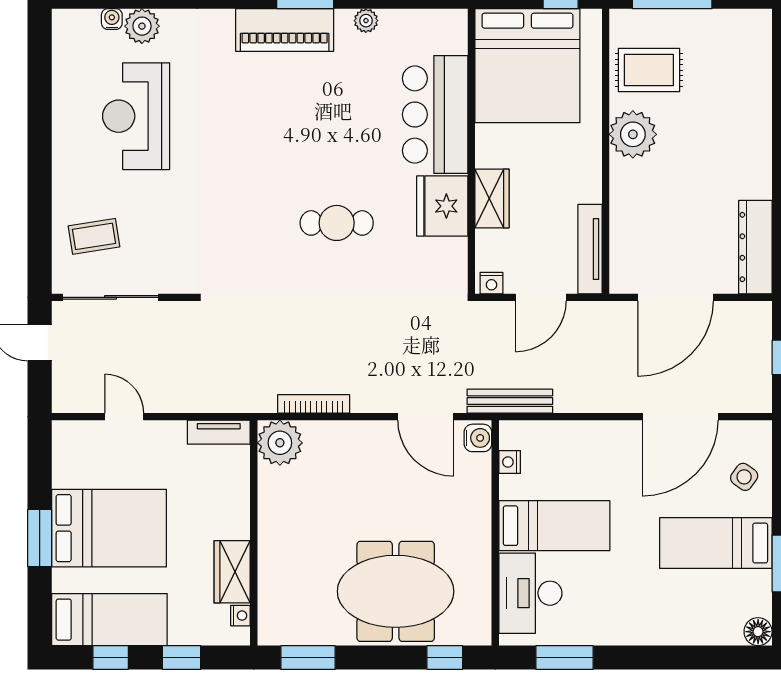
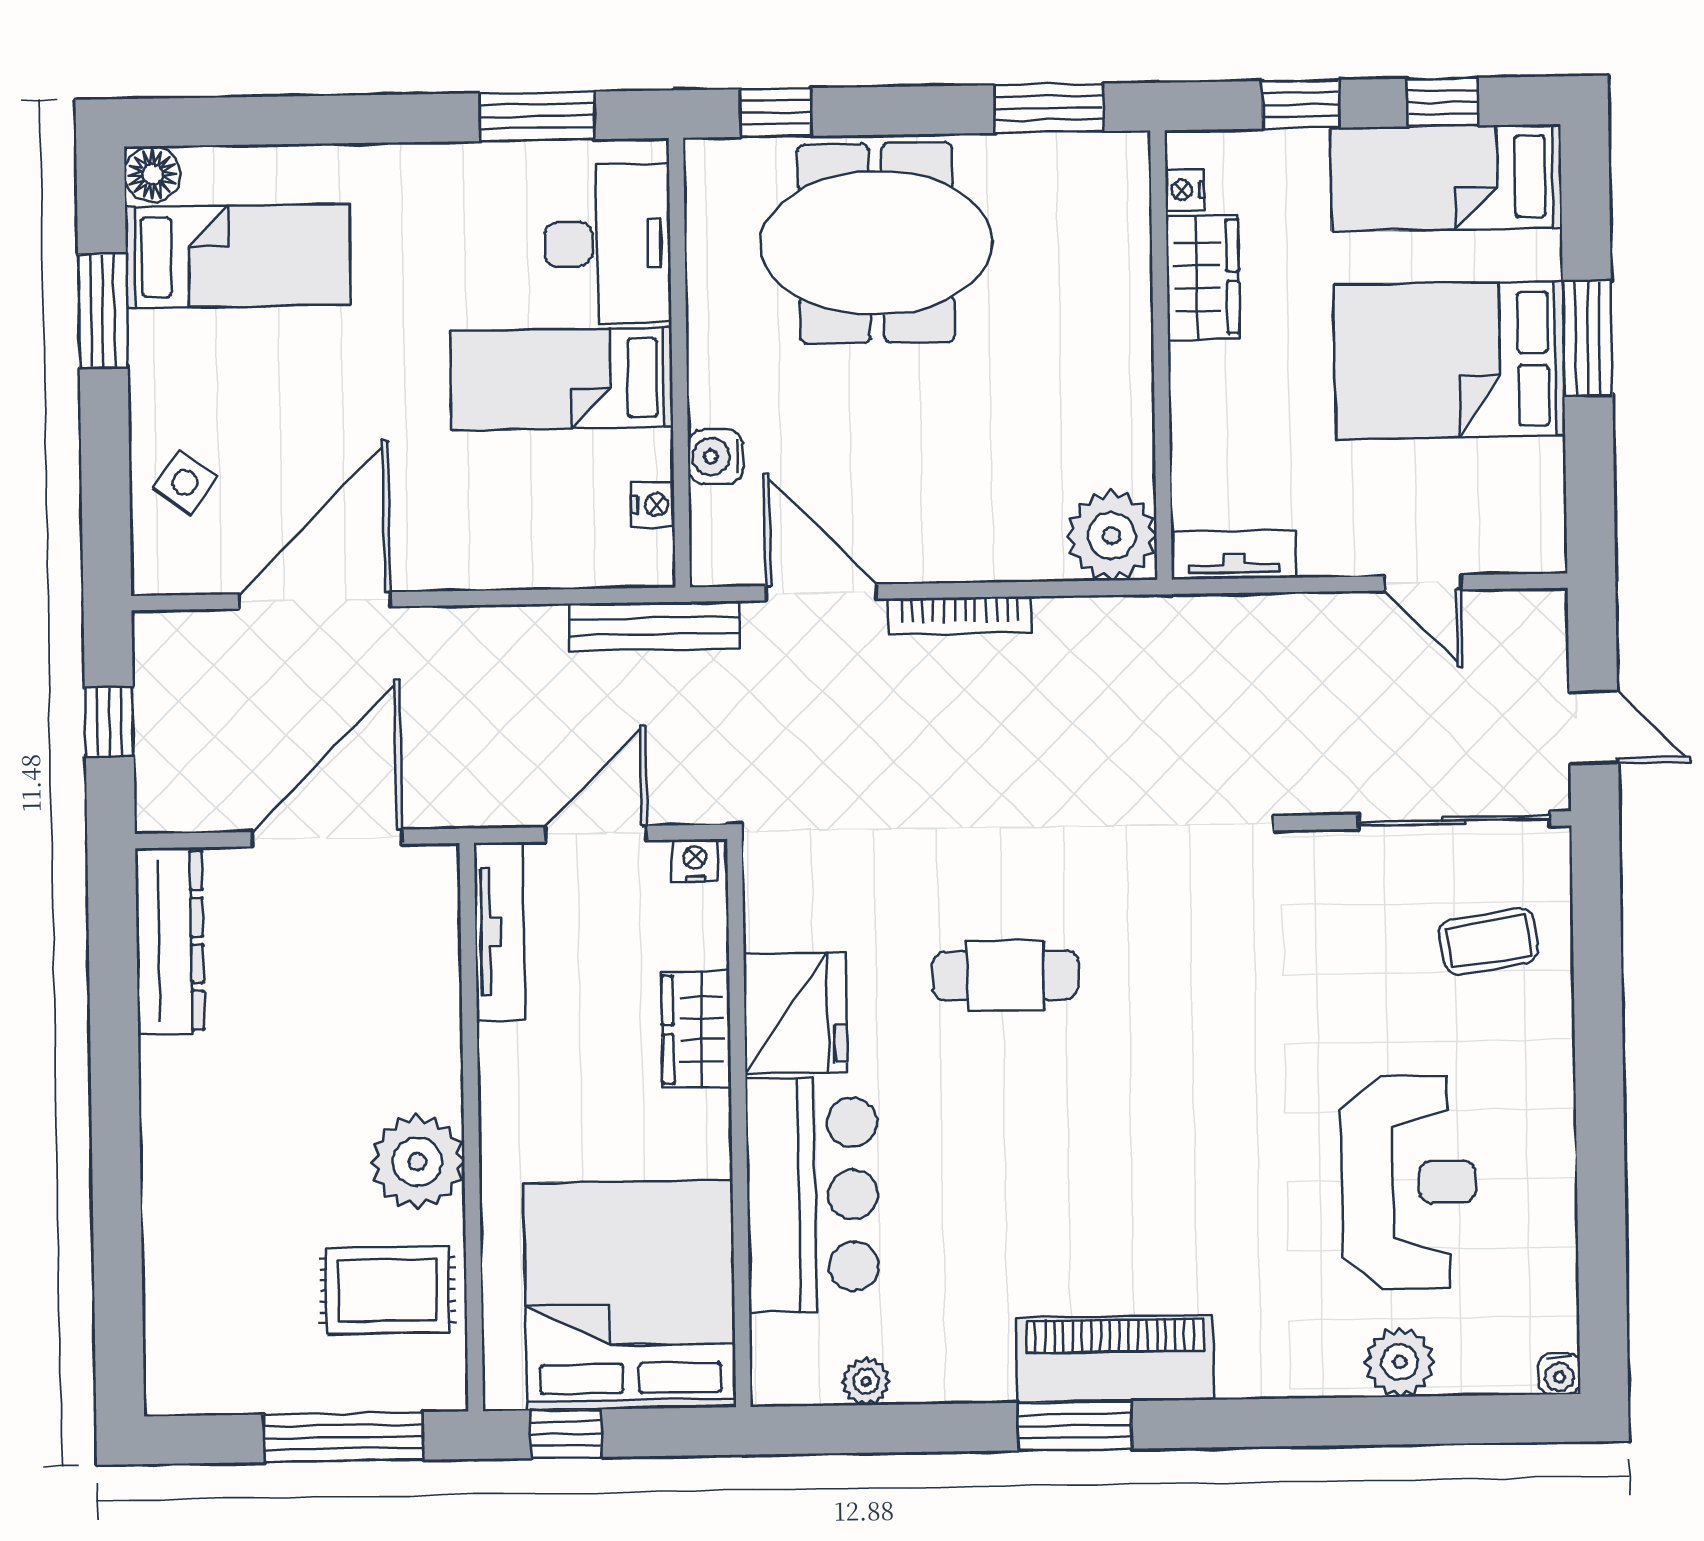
water cooler: (112, 19) -> (1559, 1374), moved
plant: (366, 21) -> (866, 1381), moved
bookcase: (314, 404) -> (960, 616), moved
water cooler: (478, 438) -> (715, 457), moved
bed: (716, 543) -> (238, 256), moved

